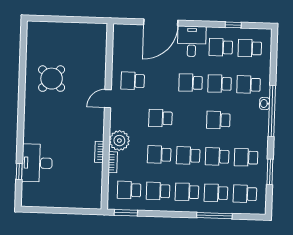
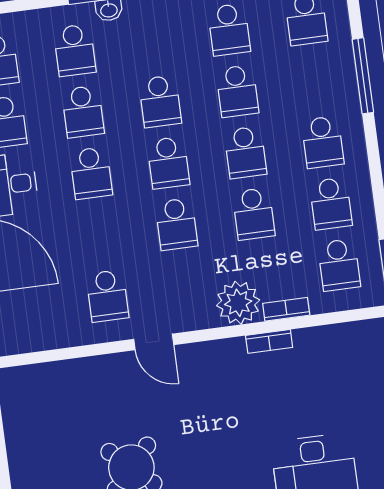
school desk: (216, 193) -> (168, 163), moved

